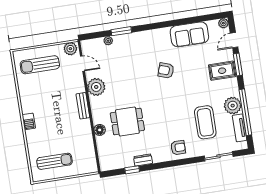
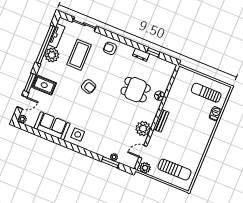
window: (121, 31) -> (110, 162), moved
side table: (158, 41) -> (78, 134), added
door: (82, 64) -> (143, 152), hinge flipped
armchair: (166, 70) -> (89, 86), moved
barbecue: (29, 121) -> (215, 114), moved

